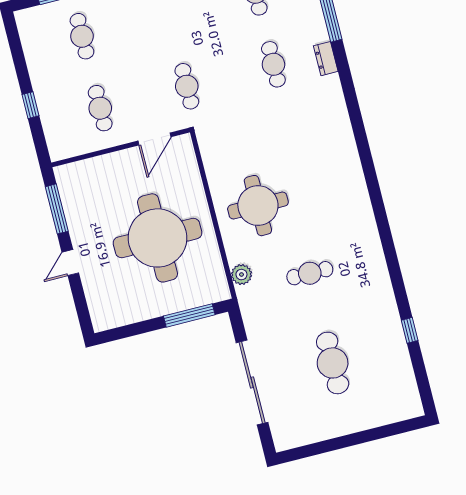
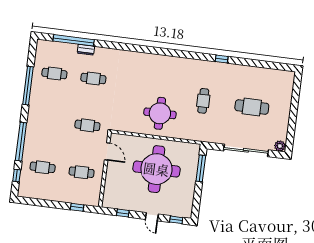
dresser: (326, 59) -> (86, 50), moved
window: (31, 105) -> (77, 207), moved
window: (57, 209) -> (123, 213), width x0.46
plant: (241, 275) -> (280, 146), moved
window: (82, 308) -> (176, 220), added
window: (410, 330) -> (222, 59), moved

